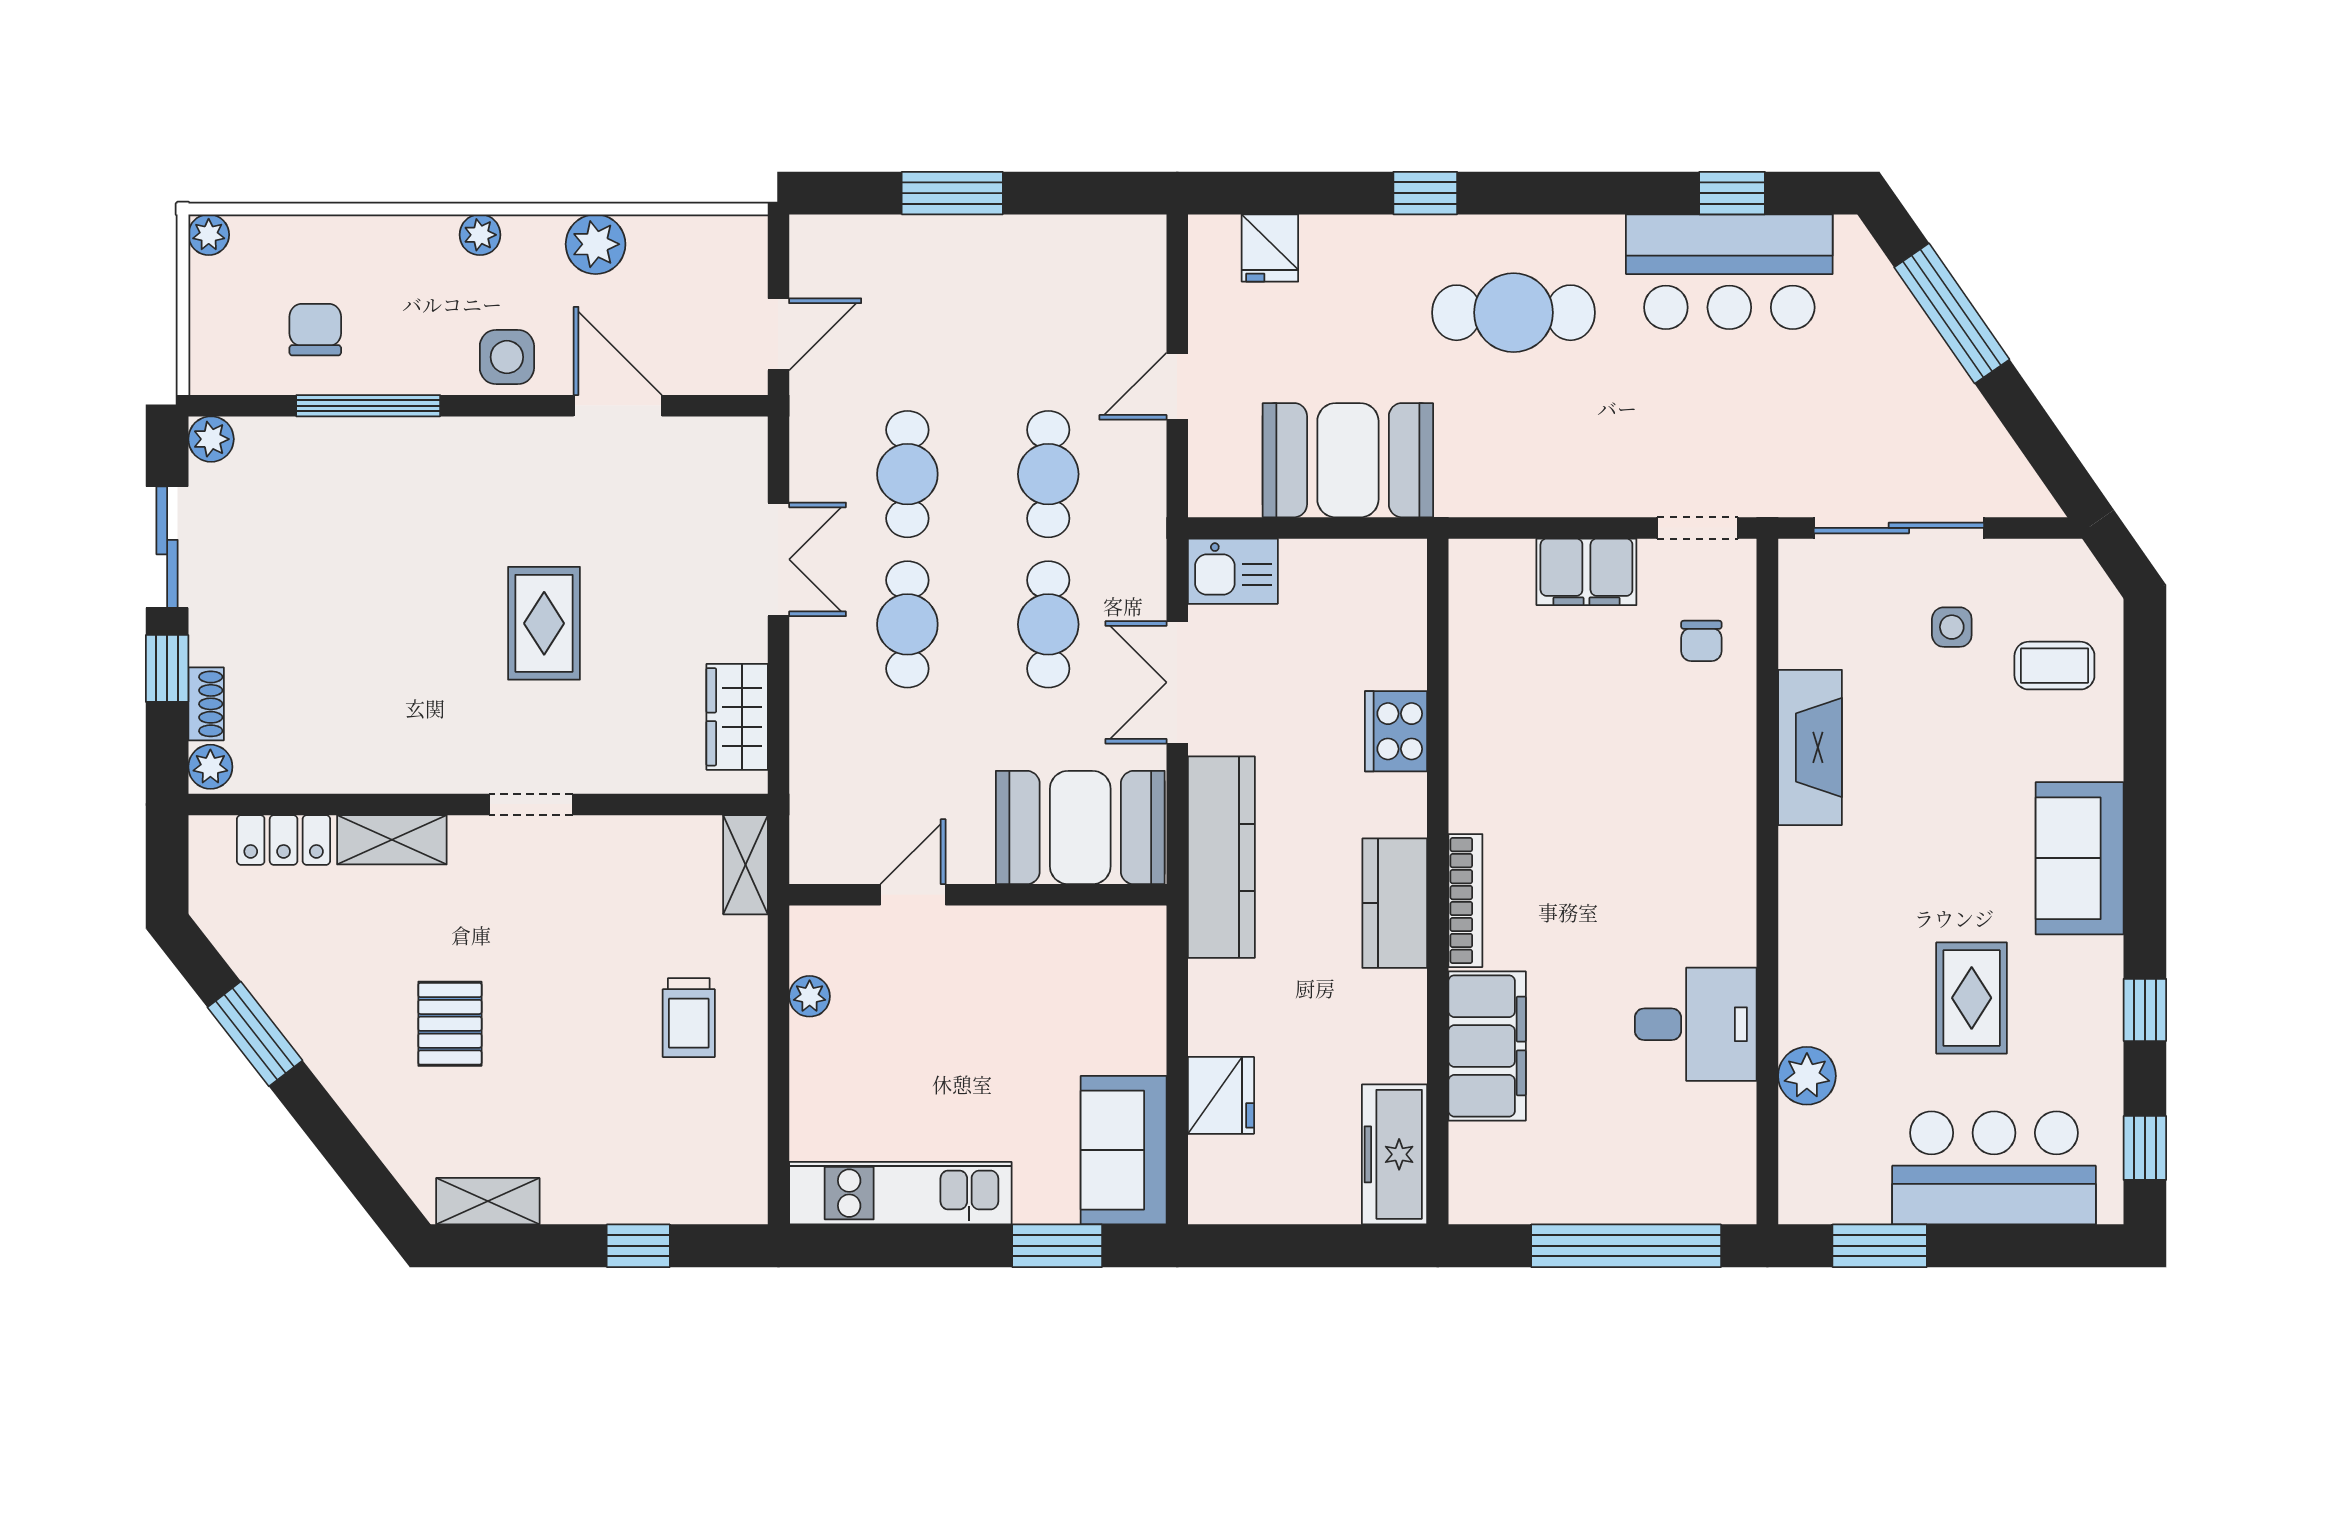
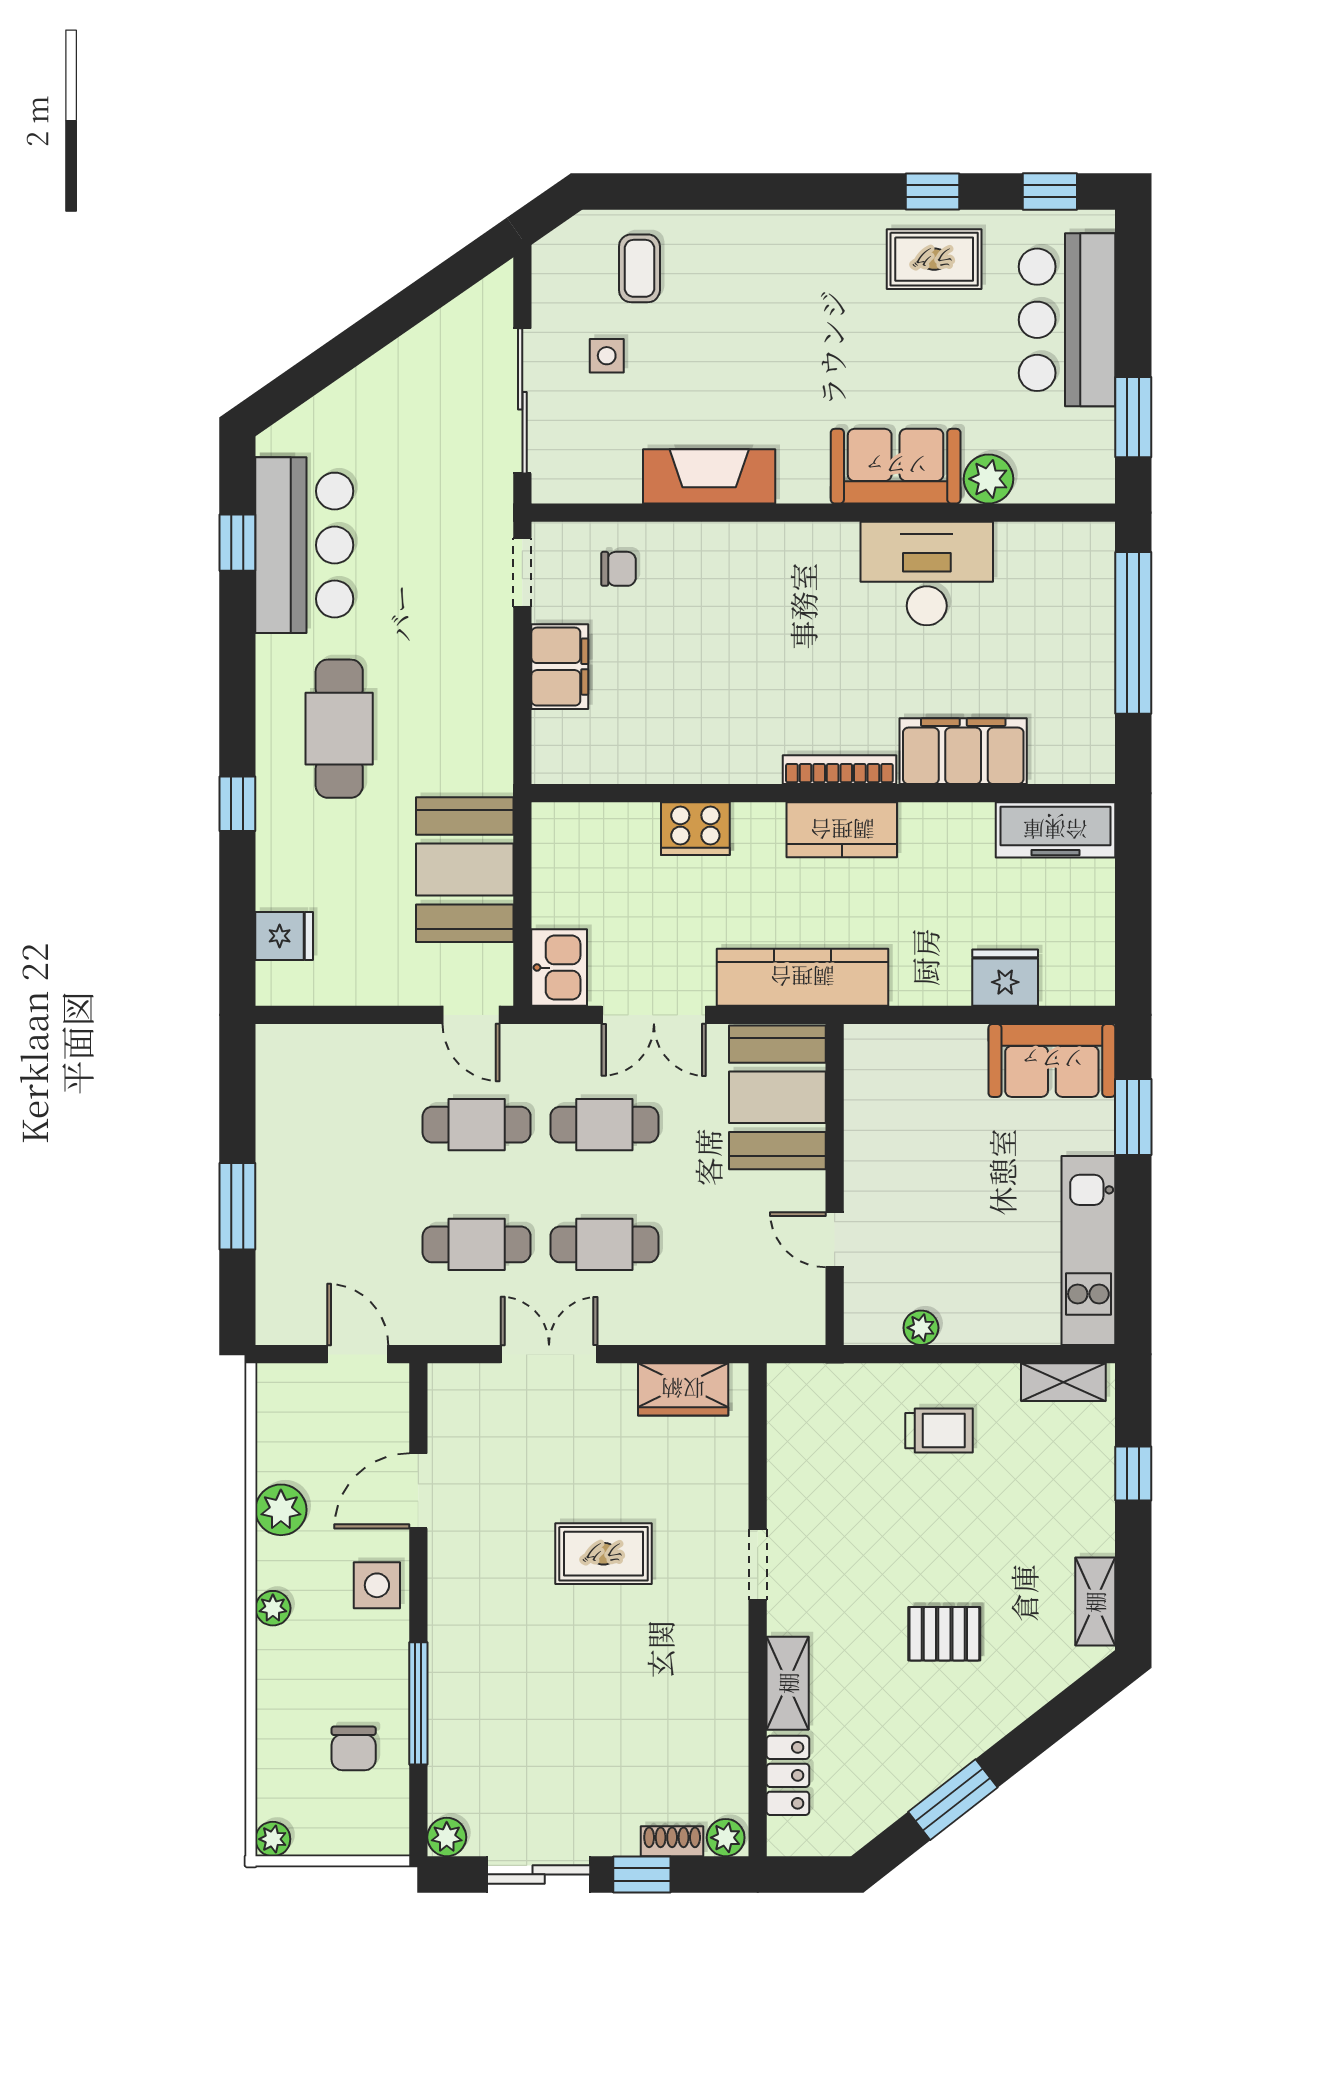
window: (1952, 313) -> (340, 356), removed
chair: (315, 330) -> (354, 1748), turned -90
door: (1177, 386) -> (471, 1015), moved
sofa: (2080, 858) -> (896, 466), moved, turned 180
shelving: (745, 865) -> (1063, 1382), moved
rug: (1972, 998) -> (934, 259), moved
desk: (1696, 1024) -> (927, 574), width x1.37

